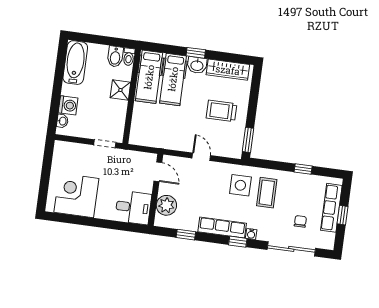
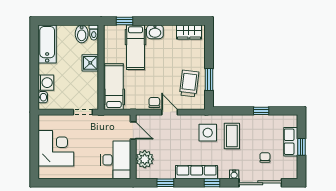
window: (196, 53) -> (125, 21), moved
wardrobe: (228, 70) -> (189, 32), width x0.67
hospital bed: (149, 77) -> (114, 87), moved, turned 180
trolley: (221, 111) -> (189, 84), moved, turned 97
window: (248, 140) -> (209, 79), moved
chair: (186, 144) -> (154, 103), added
corner desk: (76, 195) -> (56, 148), moved, turned 90
desk: (133, 207) -> (116, 160), width x1.37
row of seats: (331, 208) -> (291, 142), width x0.68
water cooler: (251, 234) -> (234, 174), moved

